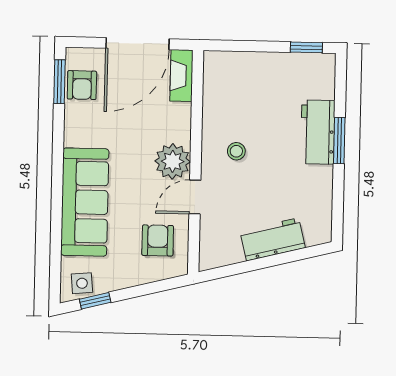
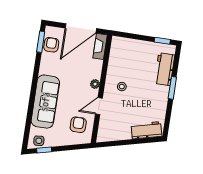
armchair: (82, 85) -> (51, 45), turned 180
workbench: (318, 132) -> (164, 69), moved
plant: (173, 161) -> (95, 84), width x0.53, depth x0.53
workbench: (273, 239) -> (146, 130), moved

